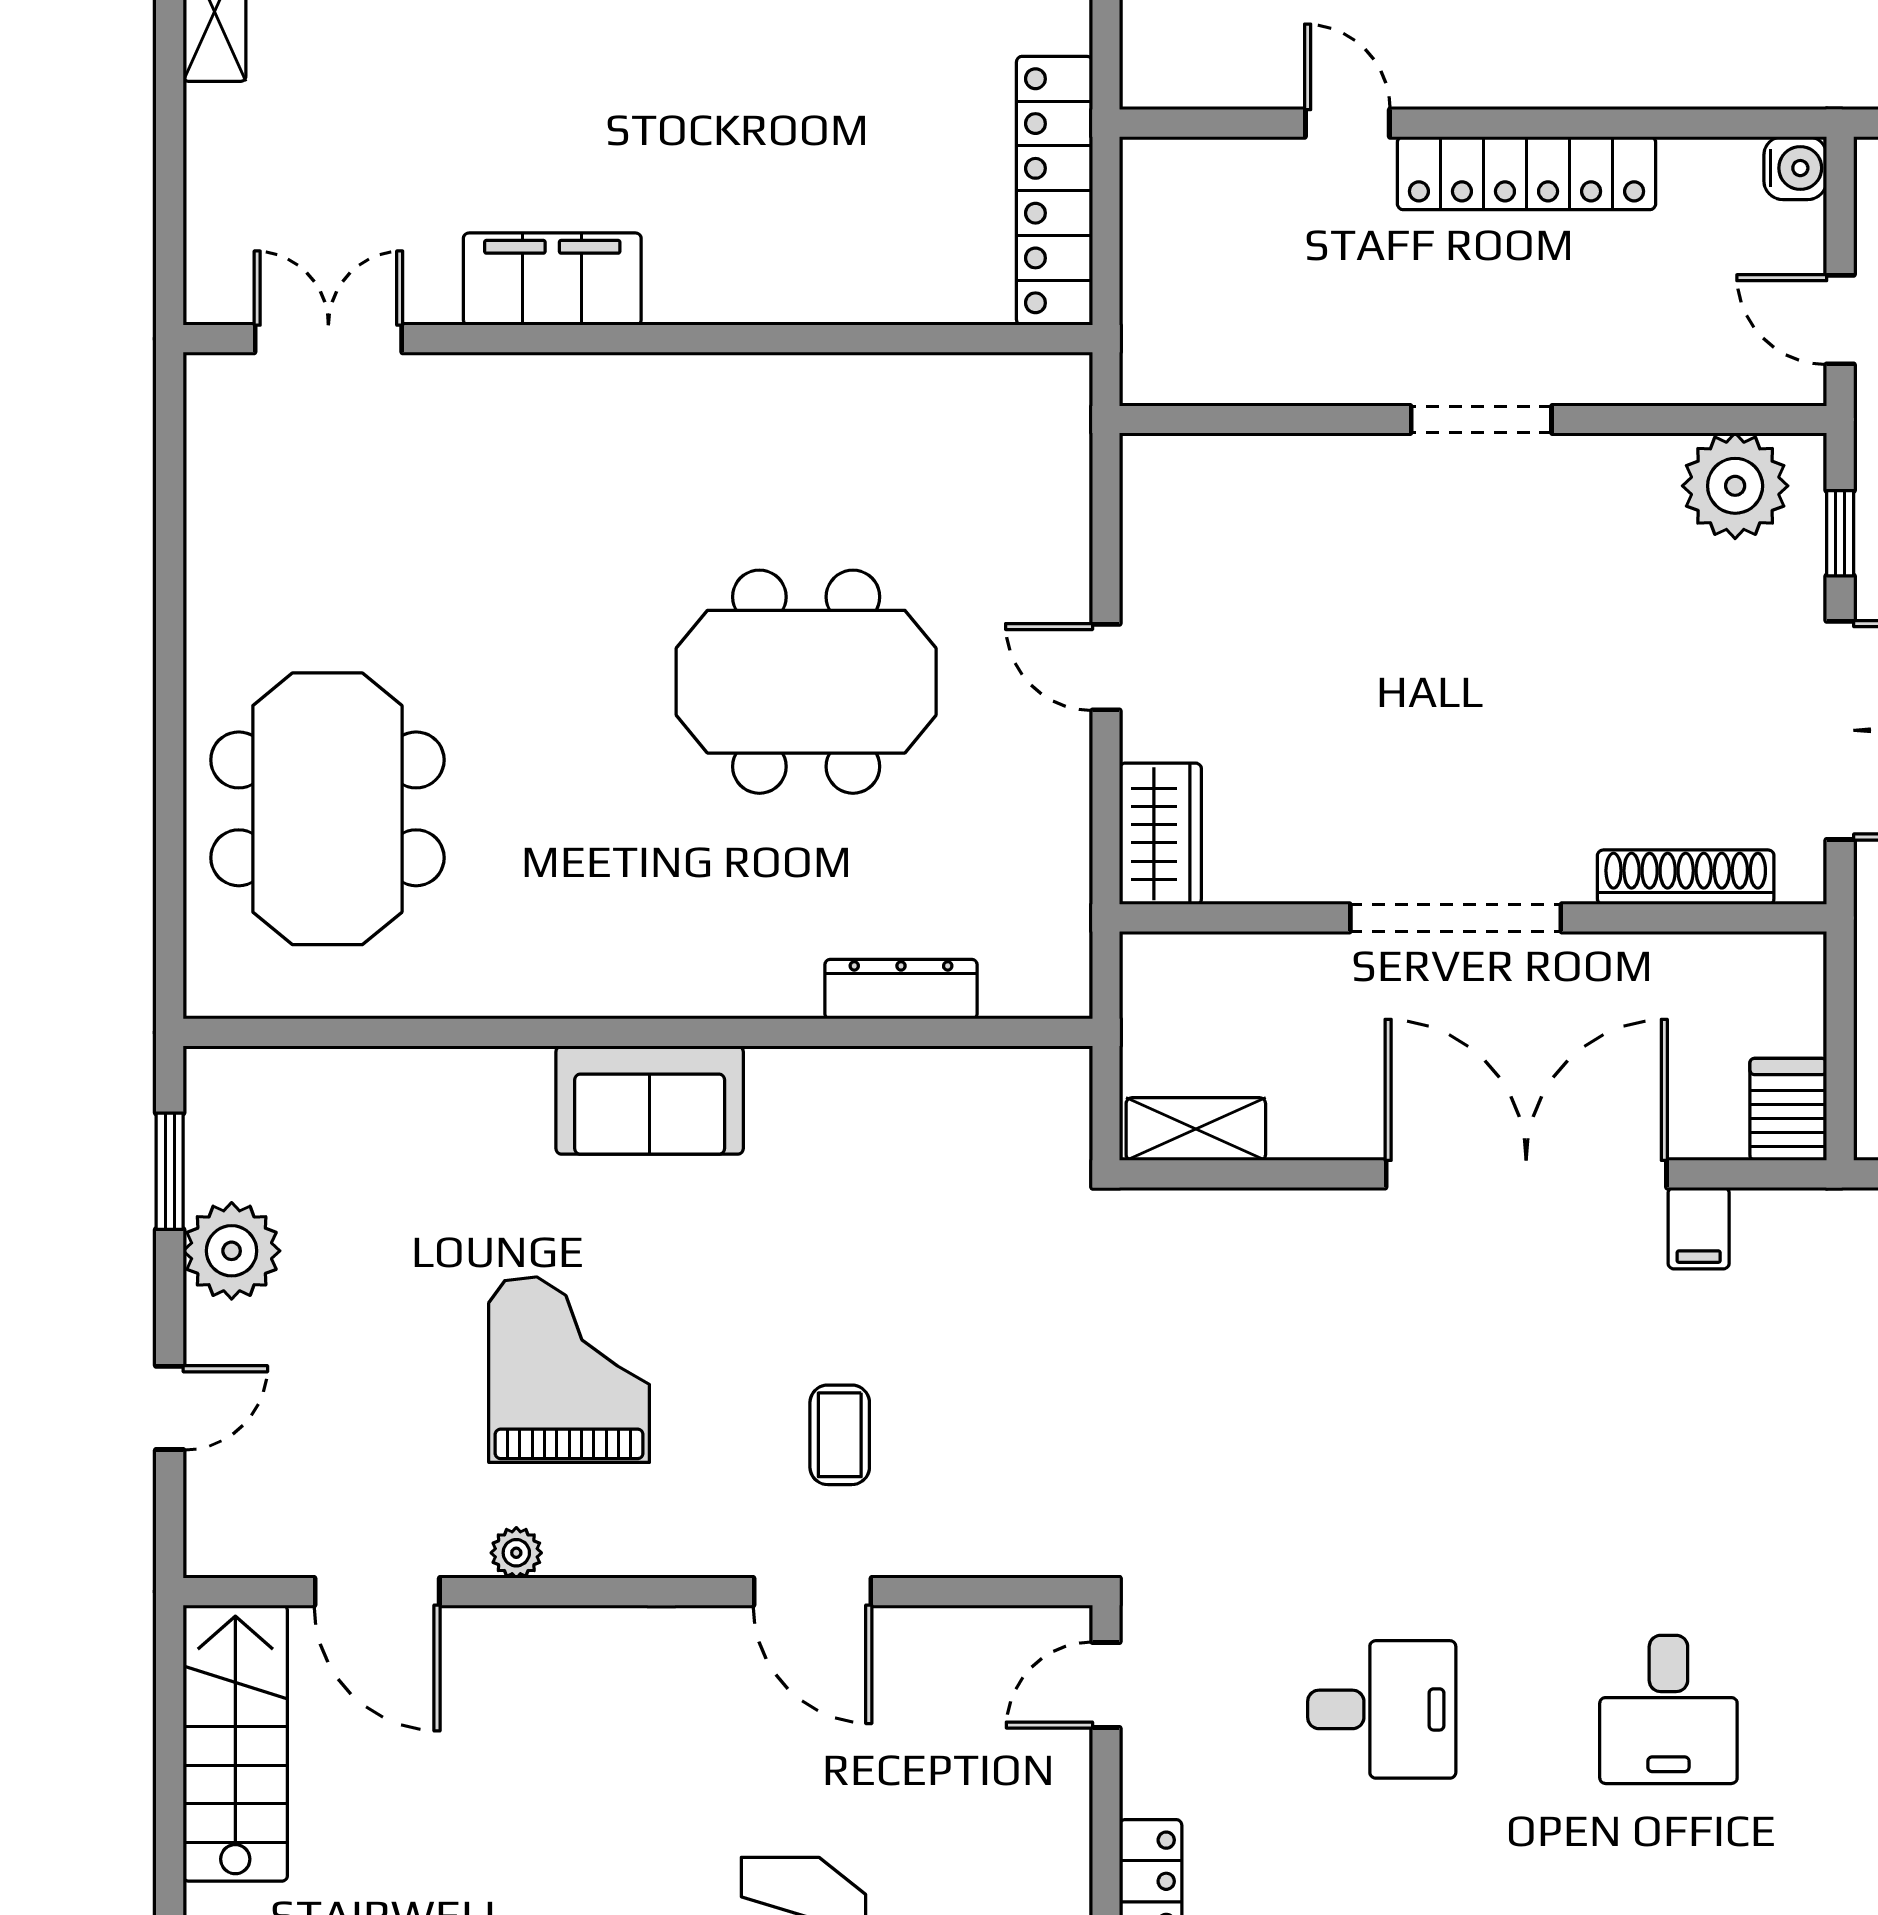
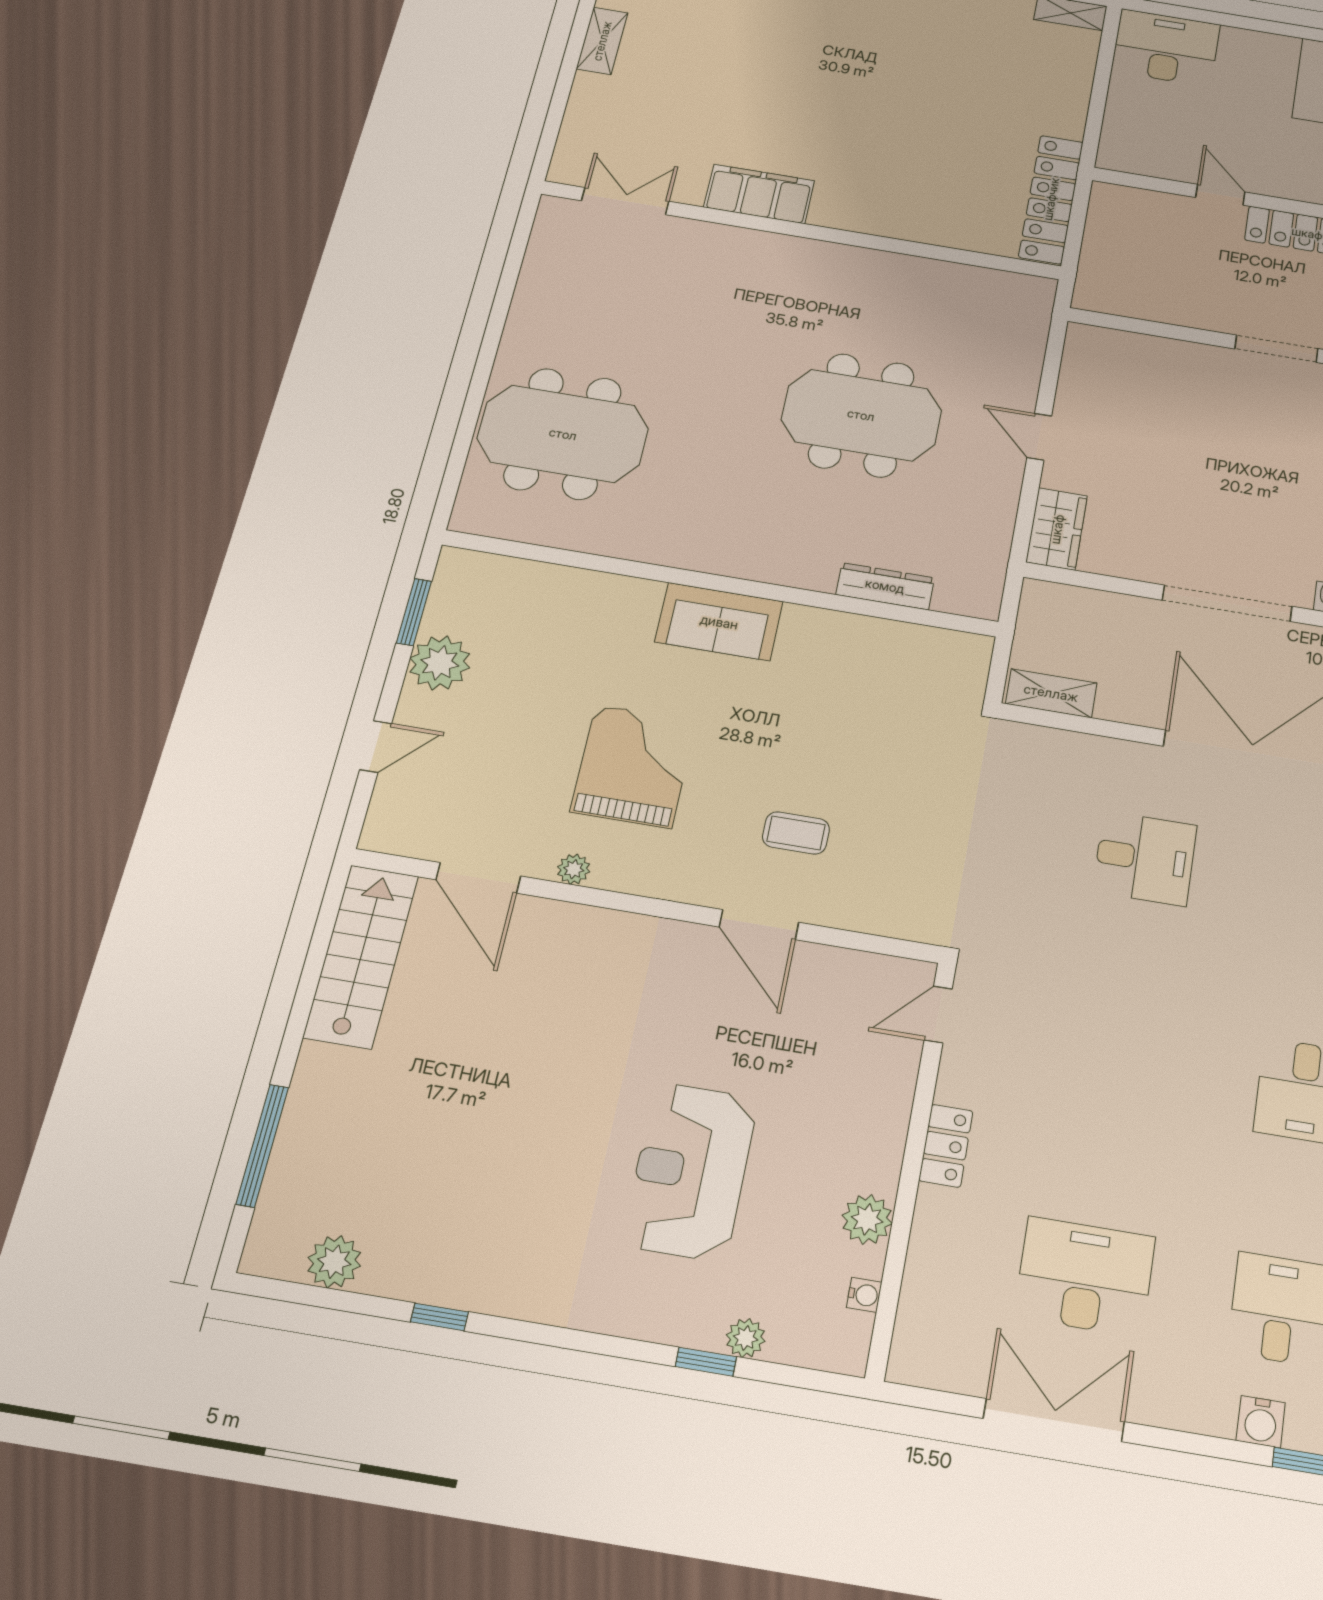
meeting table: (327, 809) -> (563, 434), turned 90
coffee table: (840, 1435) -> (796, 833), turned 90
desk: (1382, 1709) -> (1145, 858), moved

